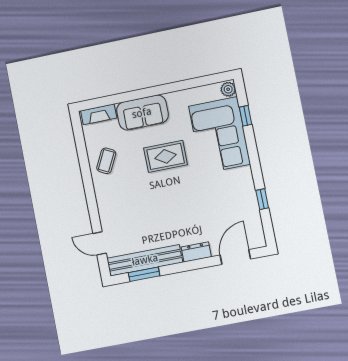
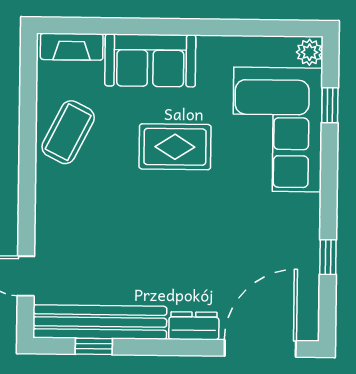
coffee table: (106, 161) -> (68, 132), width x1.36, depth x1.30
door: (235, 257) -> (260, 348), width x1.36
window: (144, 274) -> (94, 346), width x0.67

